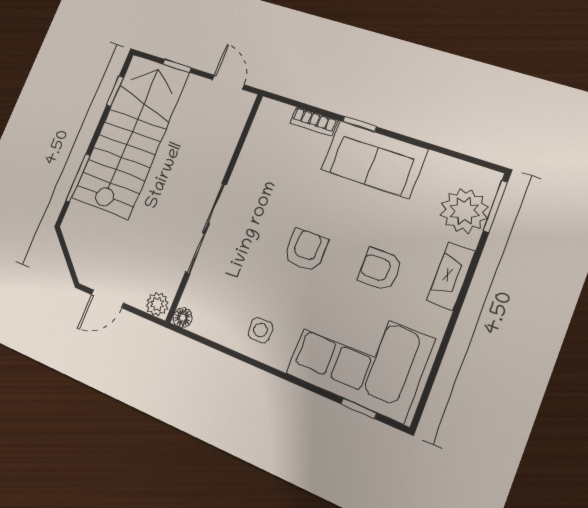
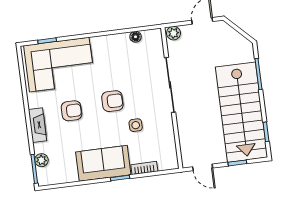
plant: (464, 211) -> (41, 160), width x0.53, depth x0.53
armchair: (306, 250) -> (112, 101), turned -90
floor lamp: (183, 318) -> (136, 37), moved
side table: (260, 330) -> (136, 125), moved

